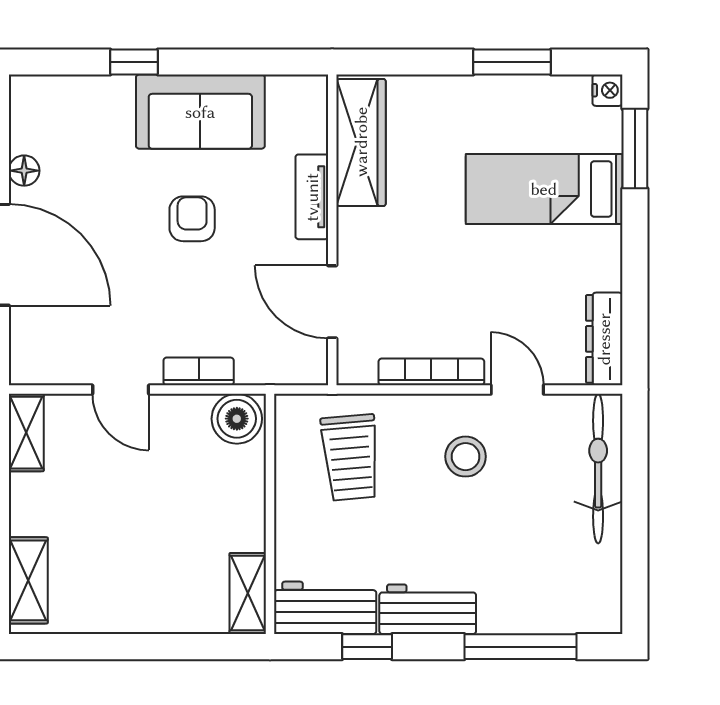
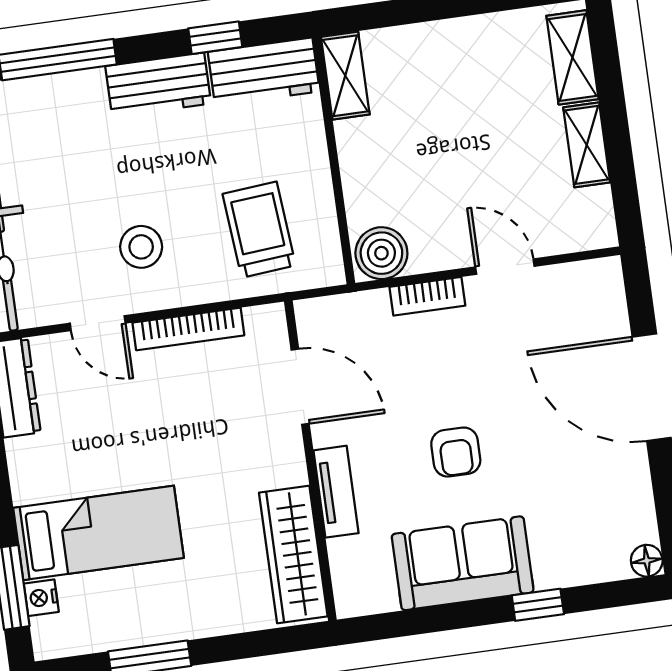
nightstand: (608, 90) -> (41, 598), moved
floor lamp: (24, 171) -> (647, 561), moved
shelving: (26, 433) -> (587, 145), moved

